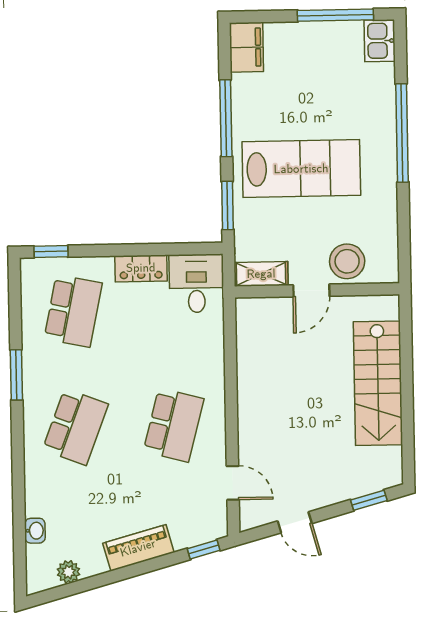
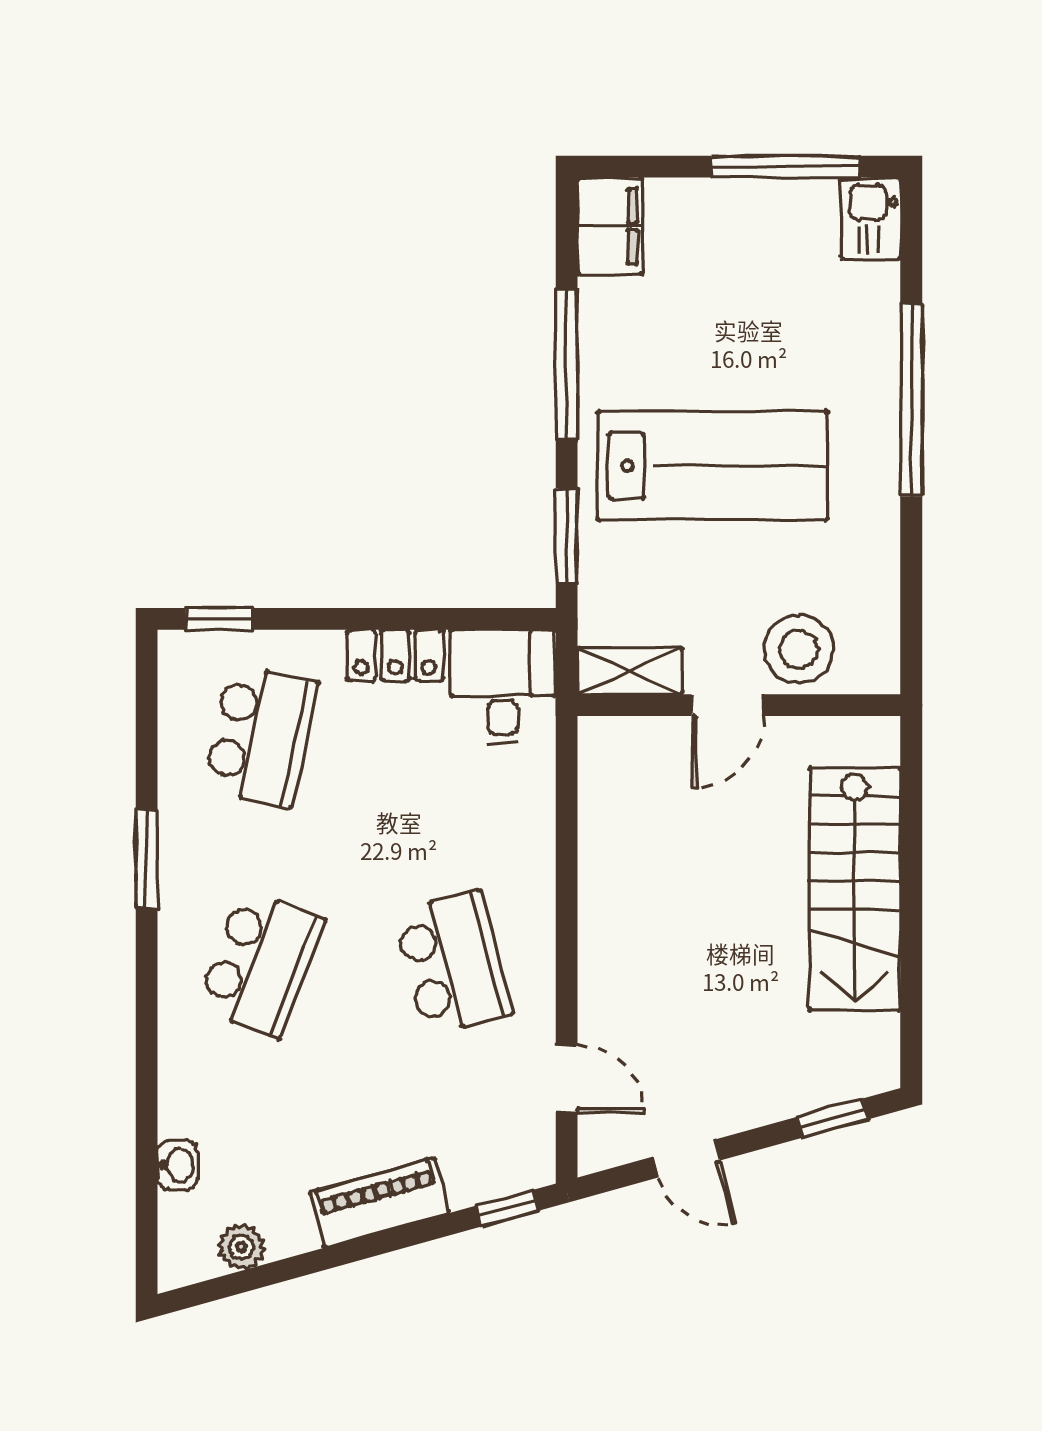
school desk: (174, 425) -> (453, 964), turned -30

